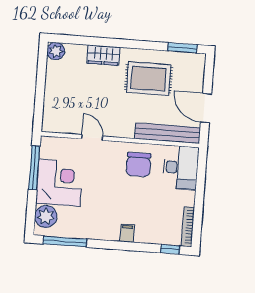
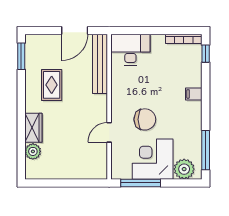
plant: (56, 51) -> (33, 151), moved
rug: (149, 79) -> (52, 85), width x0.73, depth x0.70
chair: (139, 165) -> (145, 119), moved

